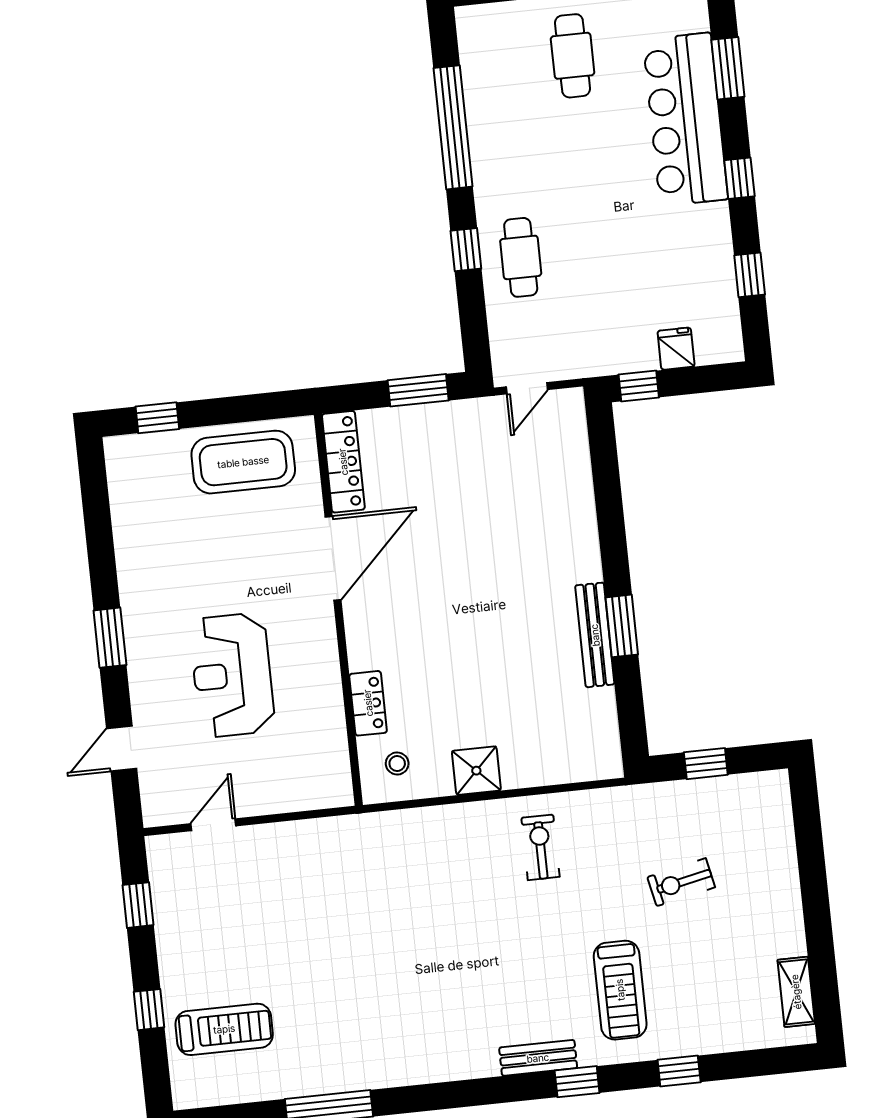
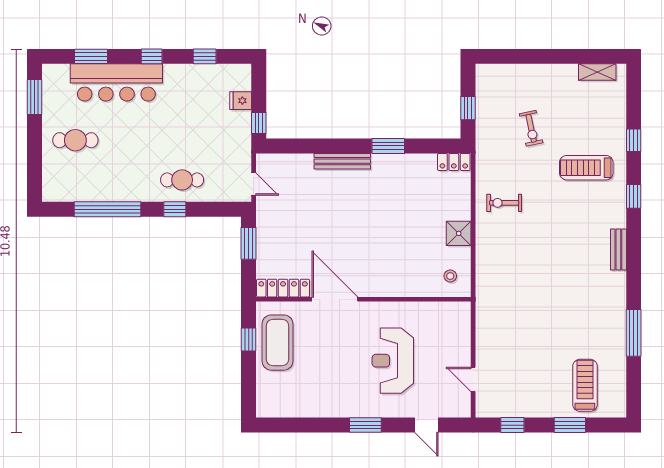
window: (157, 418) -> (249, 340), moved
bench: (595, 635) -> (342, 161), moved
reception desk: (232, 675) -> (393, 361), turned 90
locker: (368, 703) -> (454, 162), moved, turned 180
treadmill: (620, 990) -> (586, 168), turned 180
window: (149, 1010) -> (570, 425), width x1.50
bench: (538, 1058) -> (618, 249), moved

